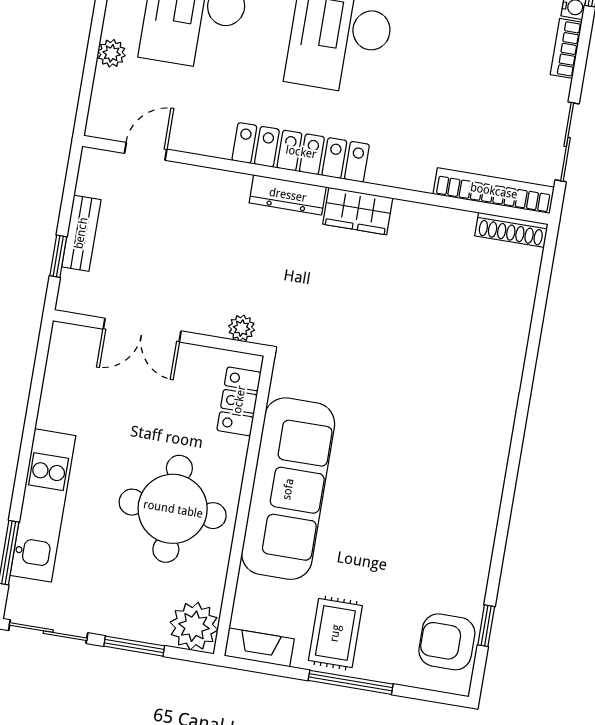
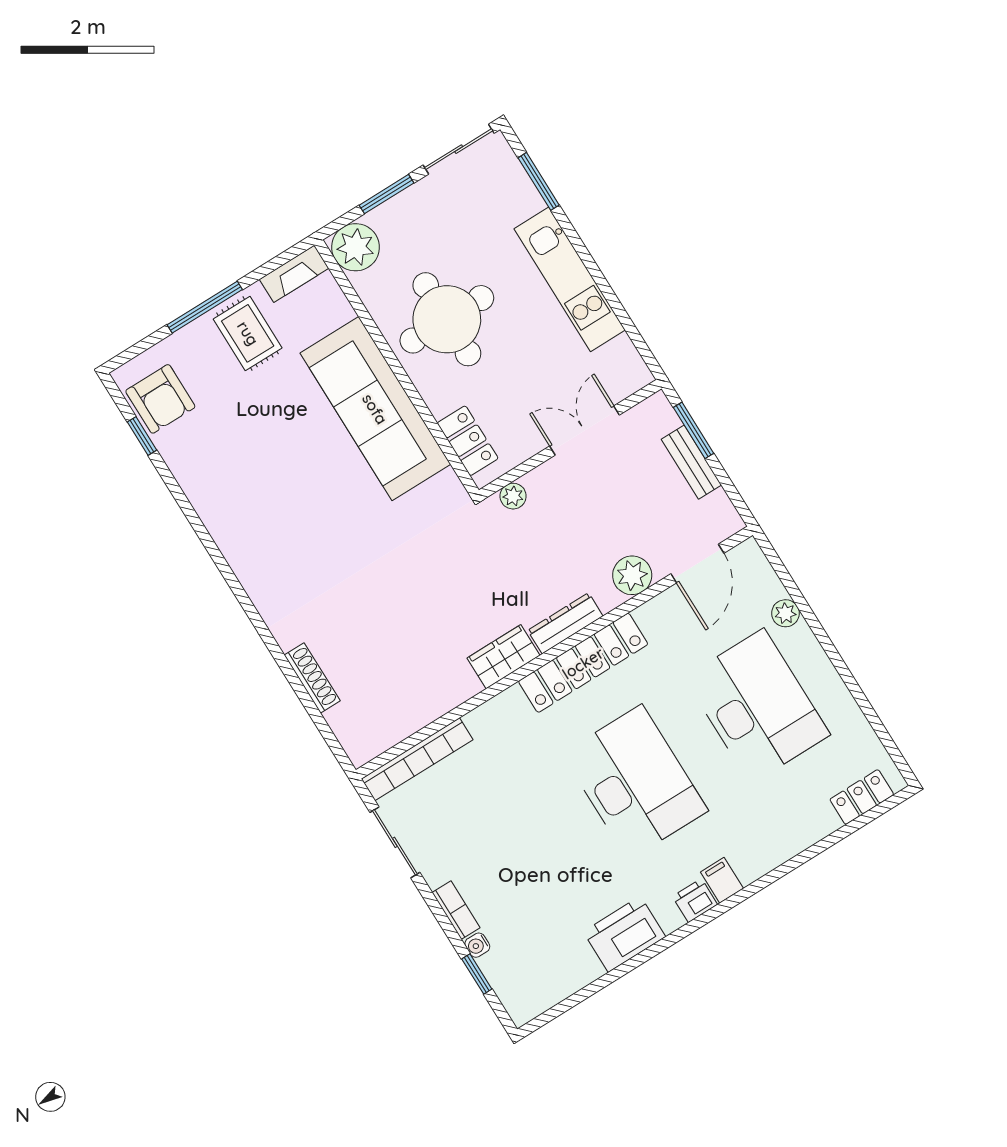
door: (146, 151) -> (697, 564), width x1.38
plant: (204, 186) -> (632, 575), added
shoe rack: (511, 230) -> (312, 678), moved, turned 90
window: (58, 256) -> (694, 430), width x1.50
kitchen unit: (43, 505) -> (570, 279), moved
armchair: (447, 642) -> (160, 399), turned 90

